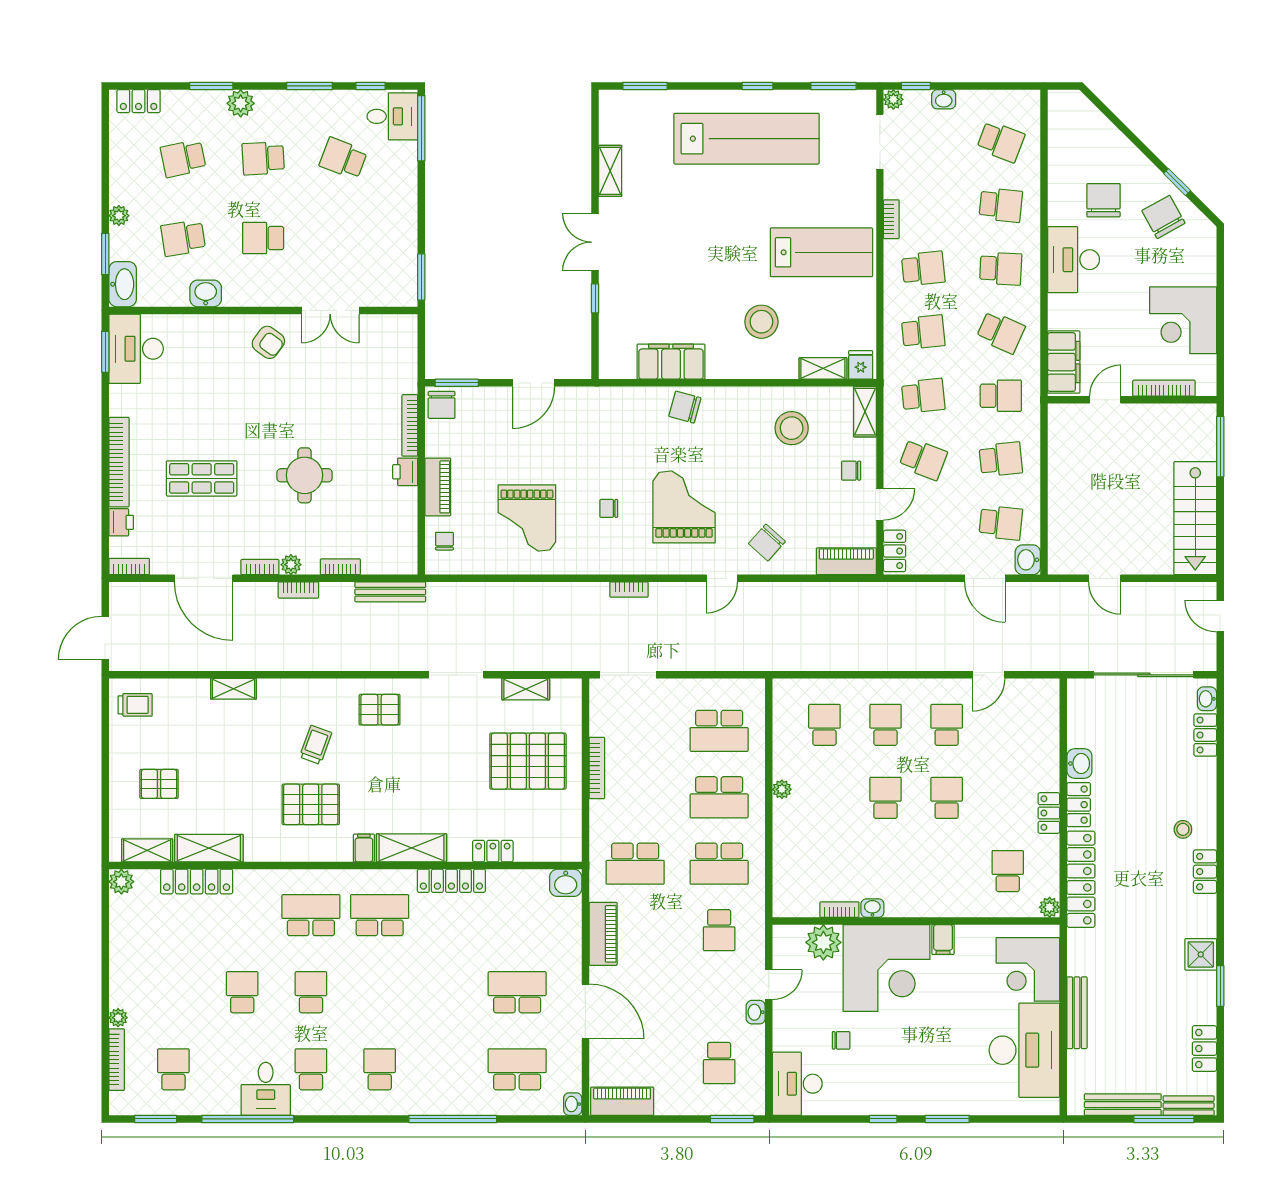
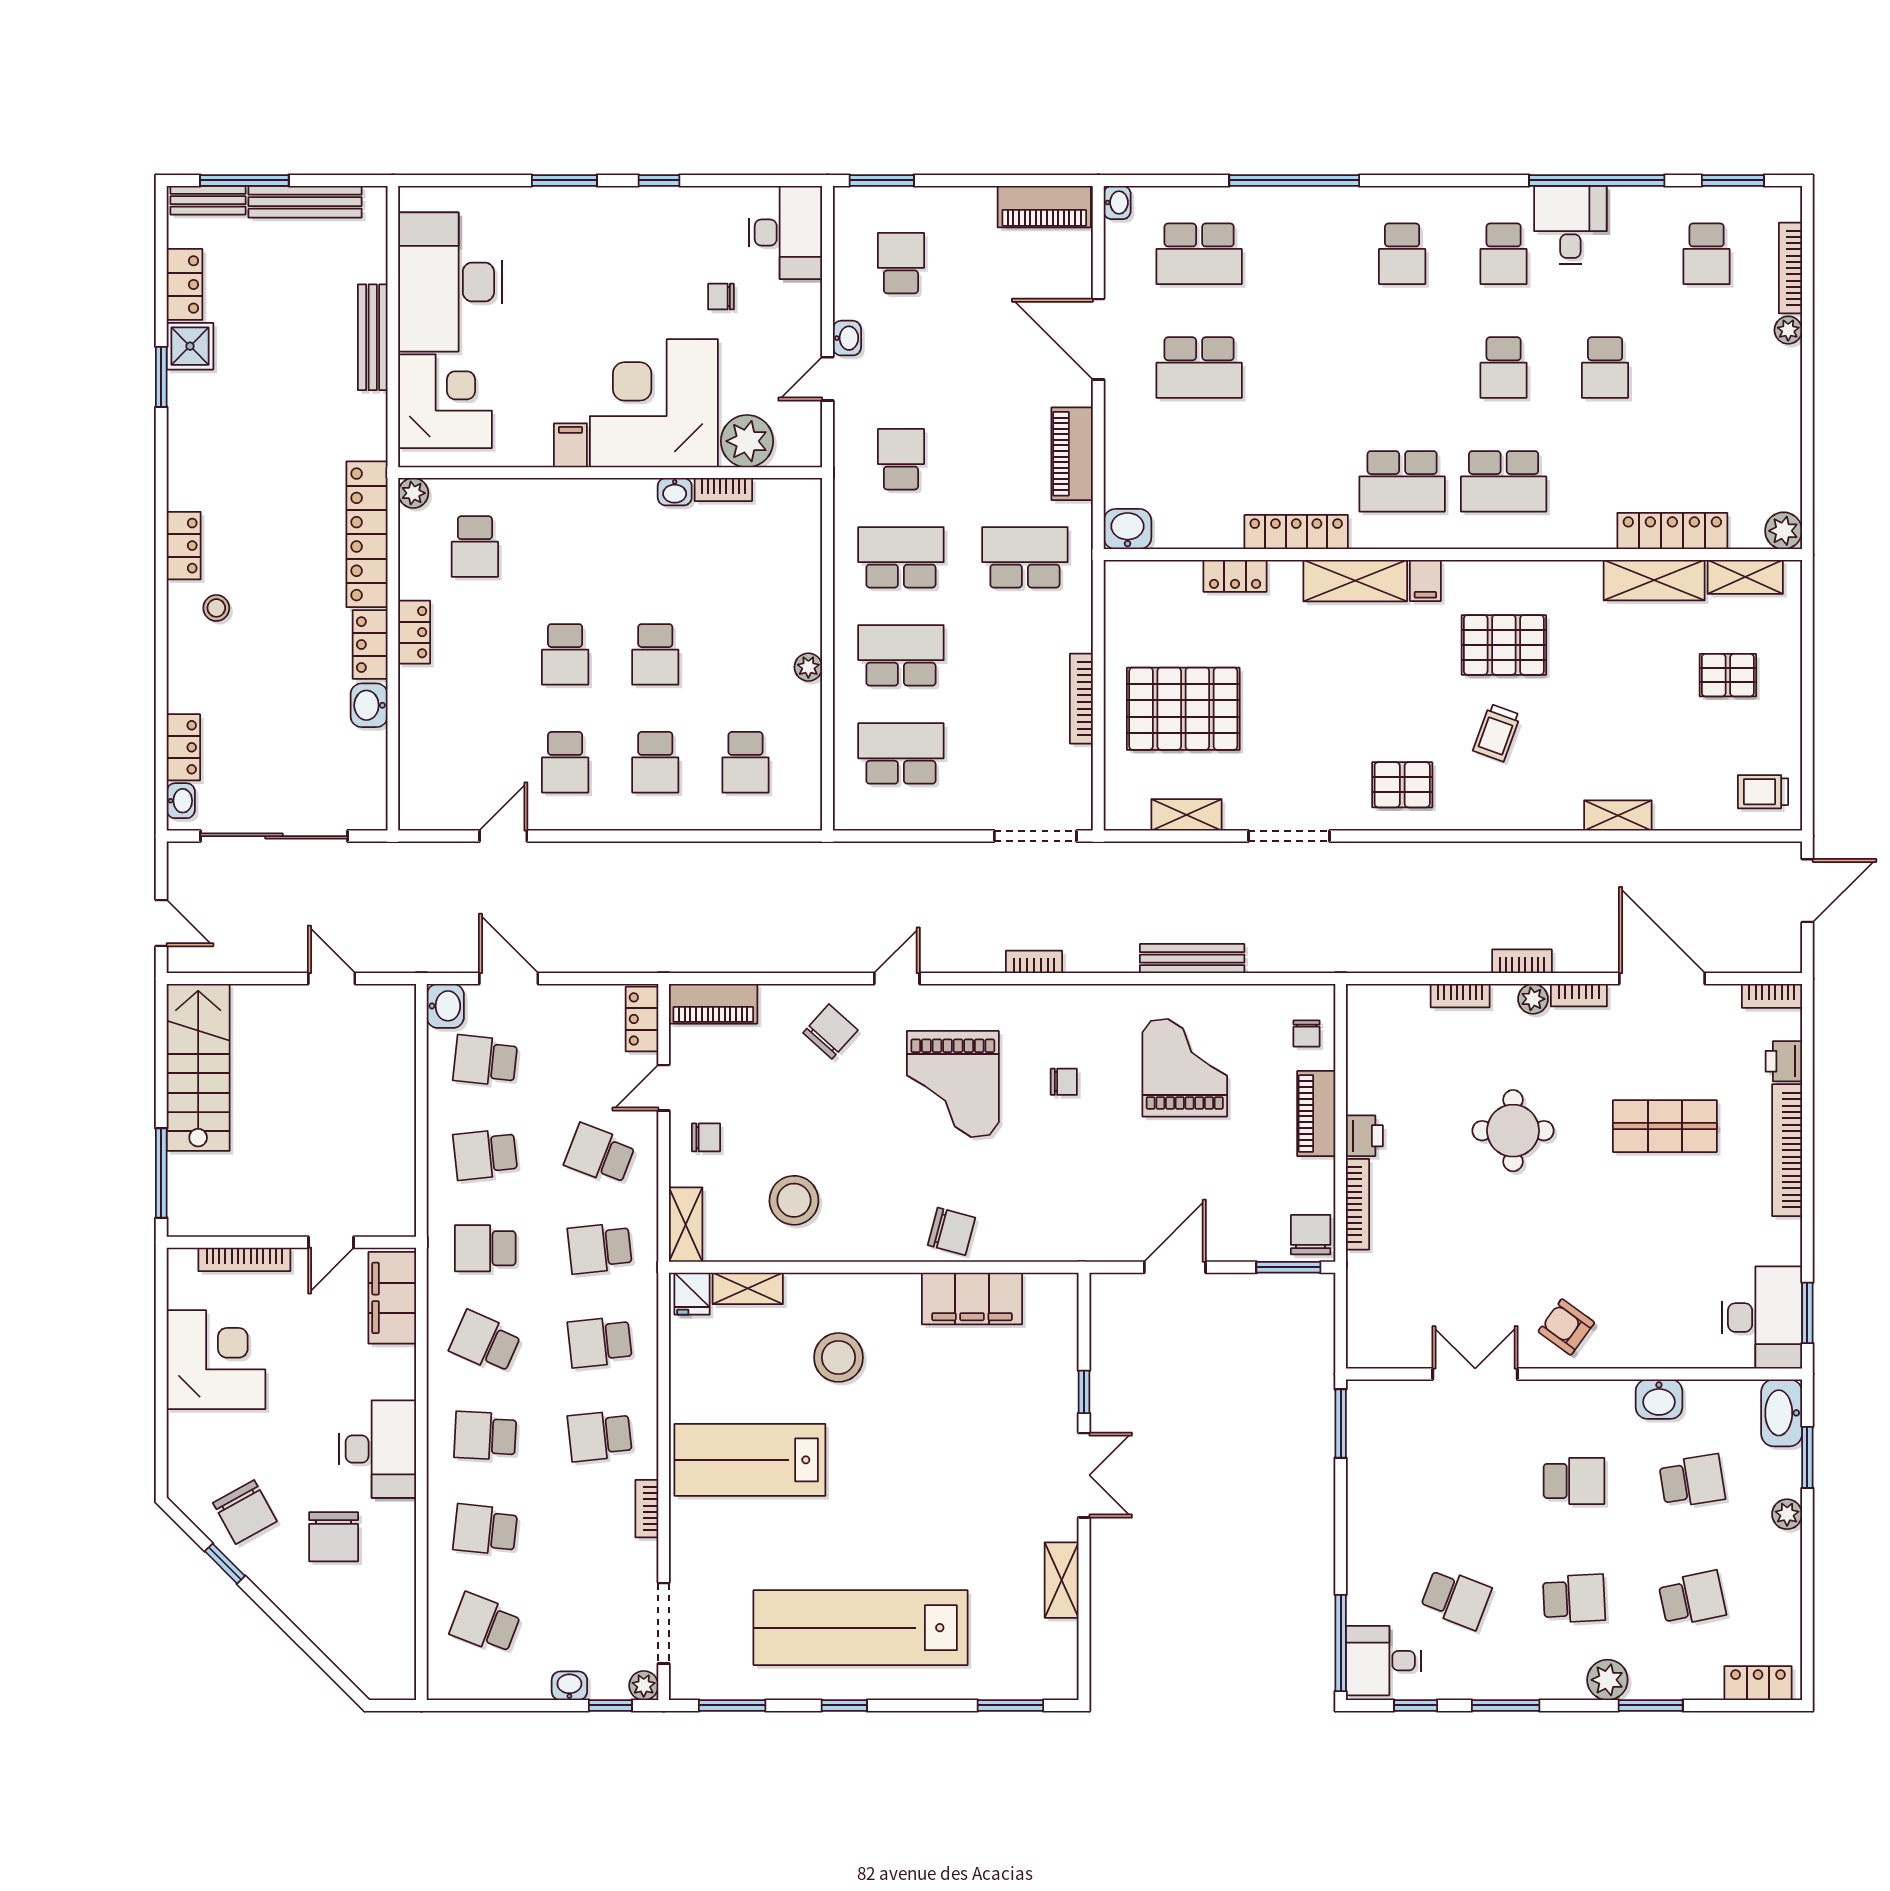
bench: (390, 592) -> (1192, 959), moved
shower: (1201, 954) -> (190, 346), moved

